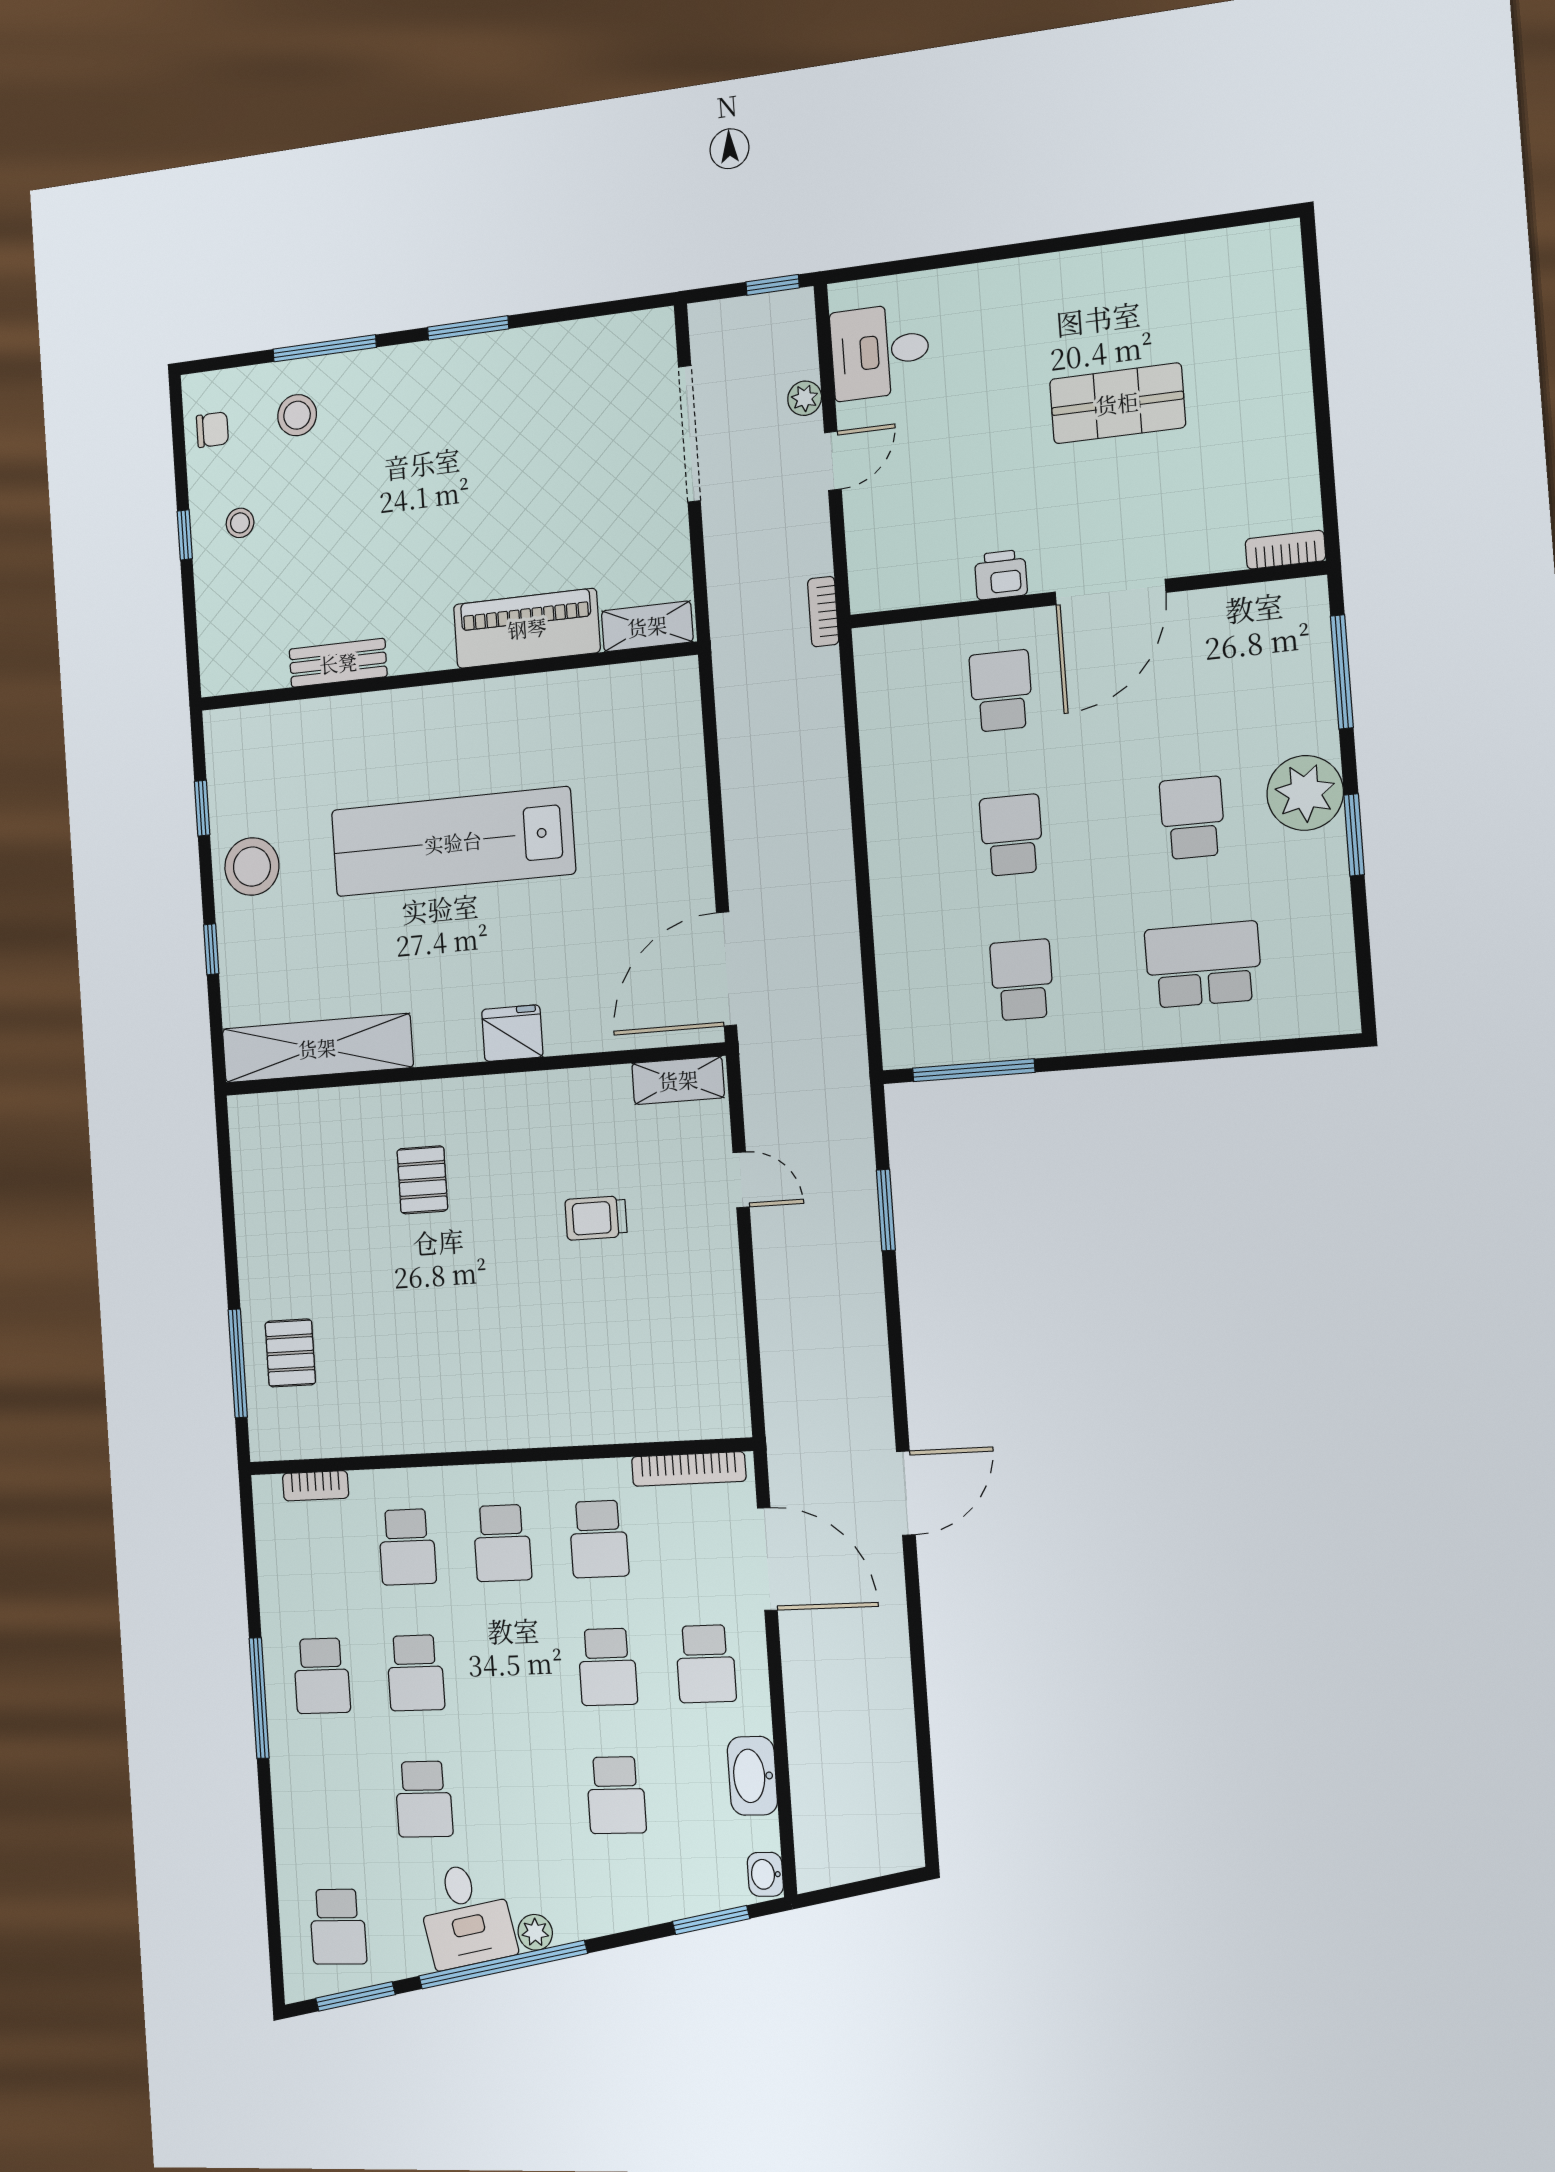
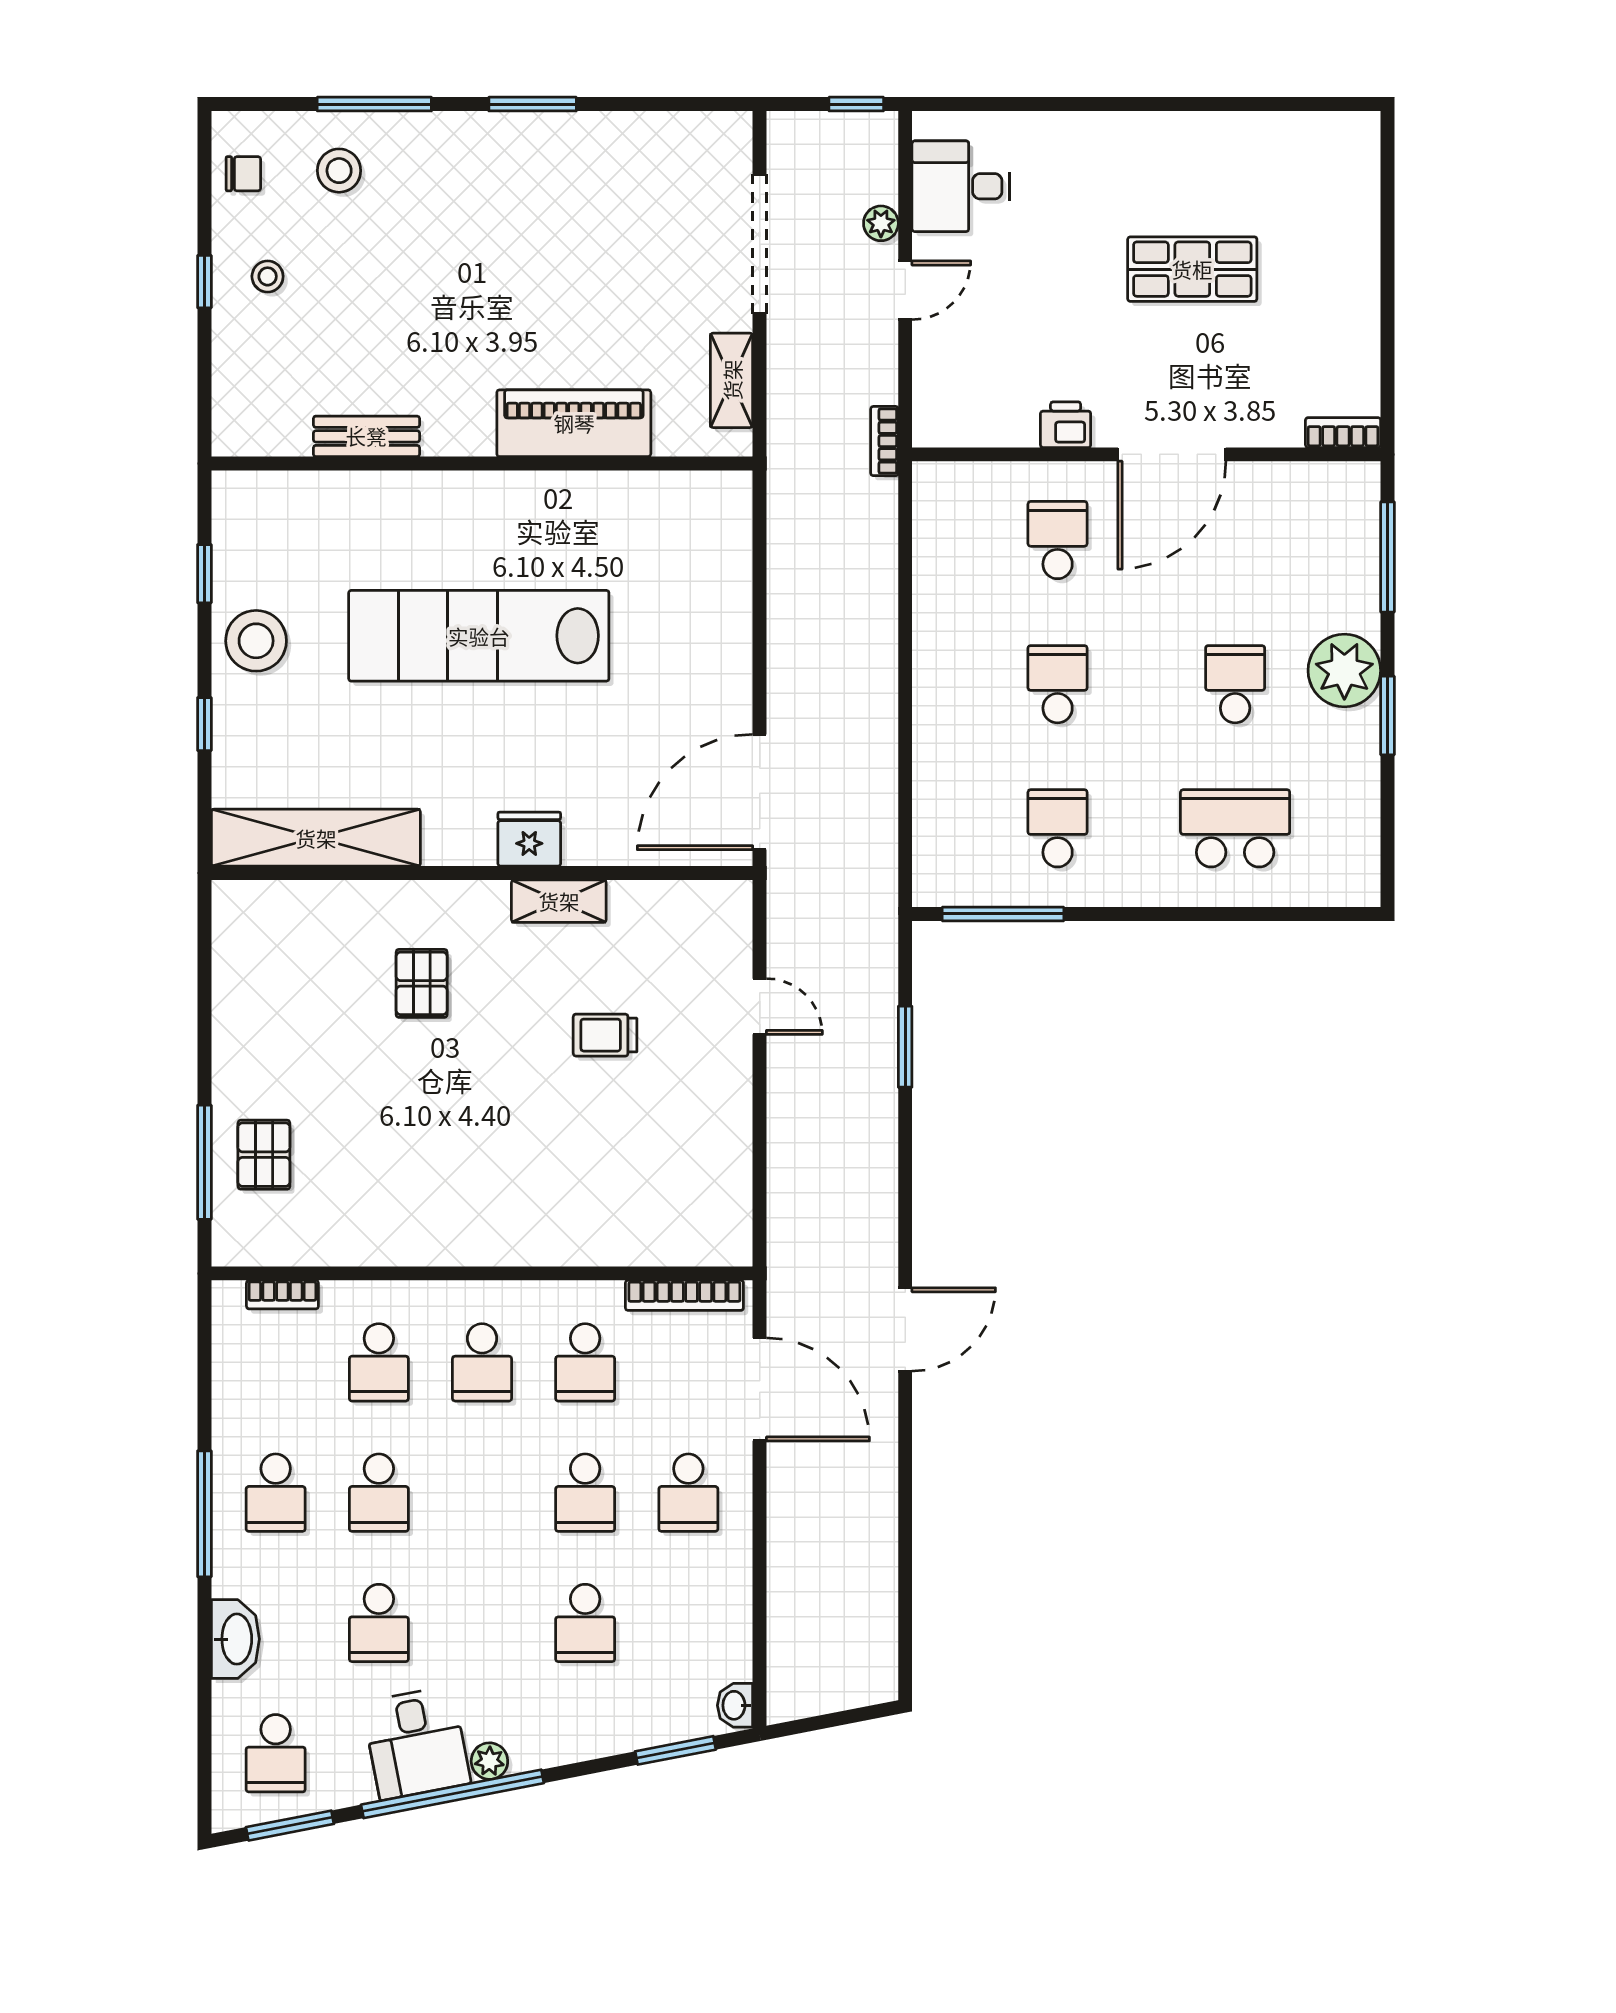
shelving: (647, 626) -> (732, 380), moved, turned 90
shelving: (678, 1080) -> (559, 901), moved
washbasin: (752, 1776) -> (235, 1639), moved, turned 180

